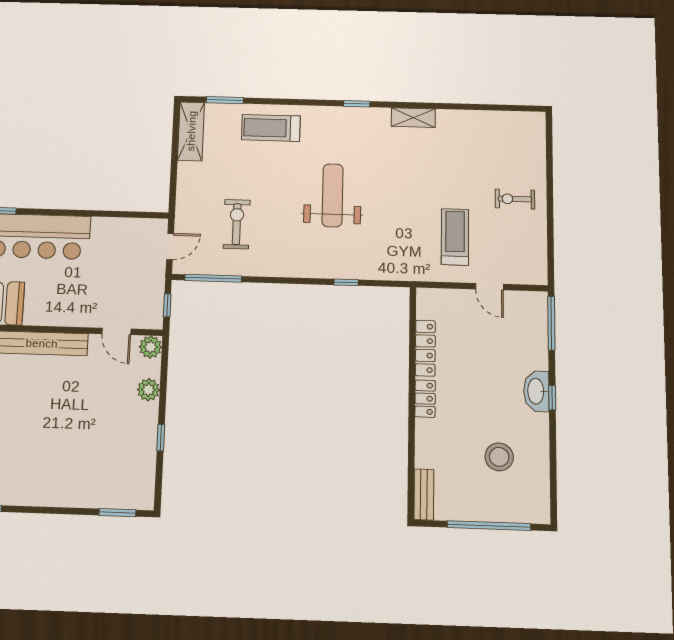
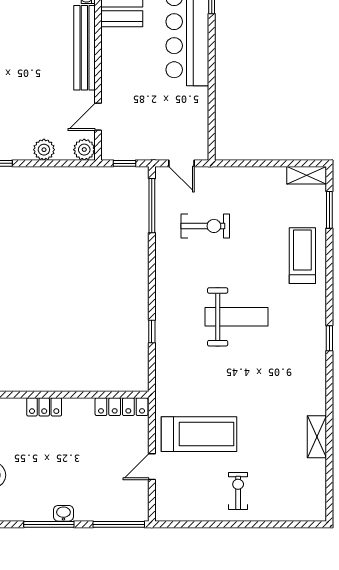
shelving: (413, 118) -> (317, 437), moved
shelving: (191, 131) -> (307, 175), width x0.67, depth x0.75
treadmill: (455, 237) -> (199, 434), width x1.37, depth x1.38
locker: (425, 348) -> (122, 407), moved
washbasin: (536, 391) -> (63, 513), width x0.52, depth x0.69
window: (552, 398) -> (49, 524), width x2.17

